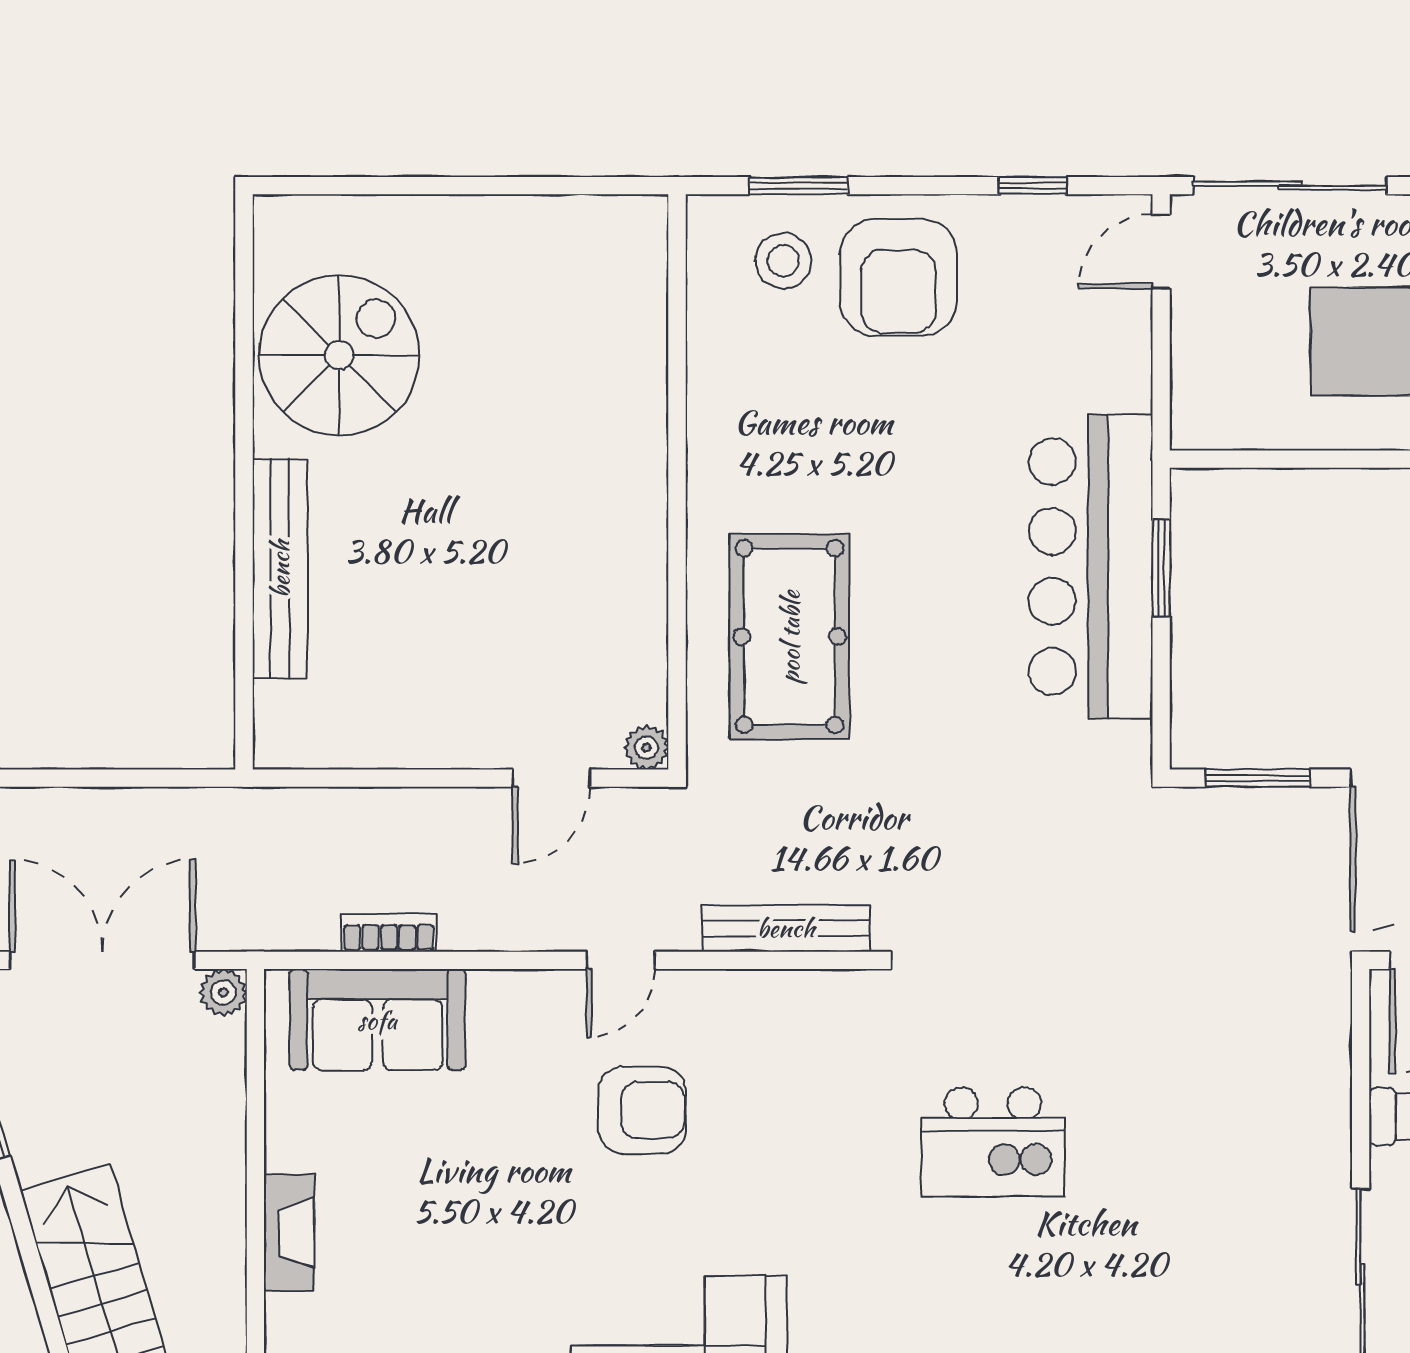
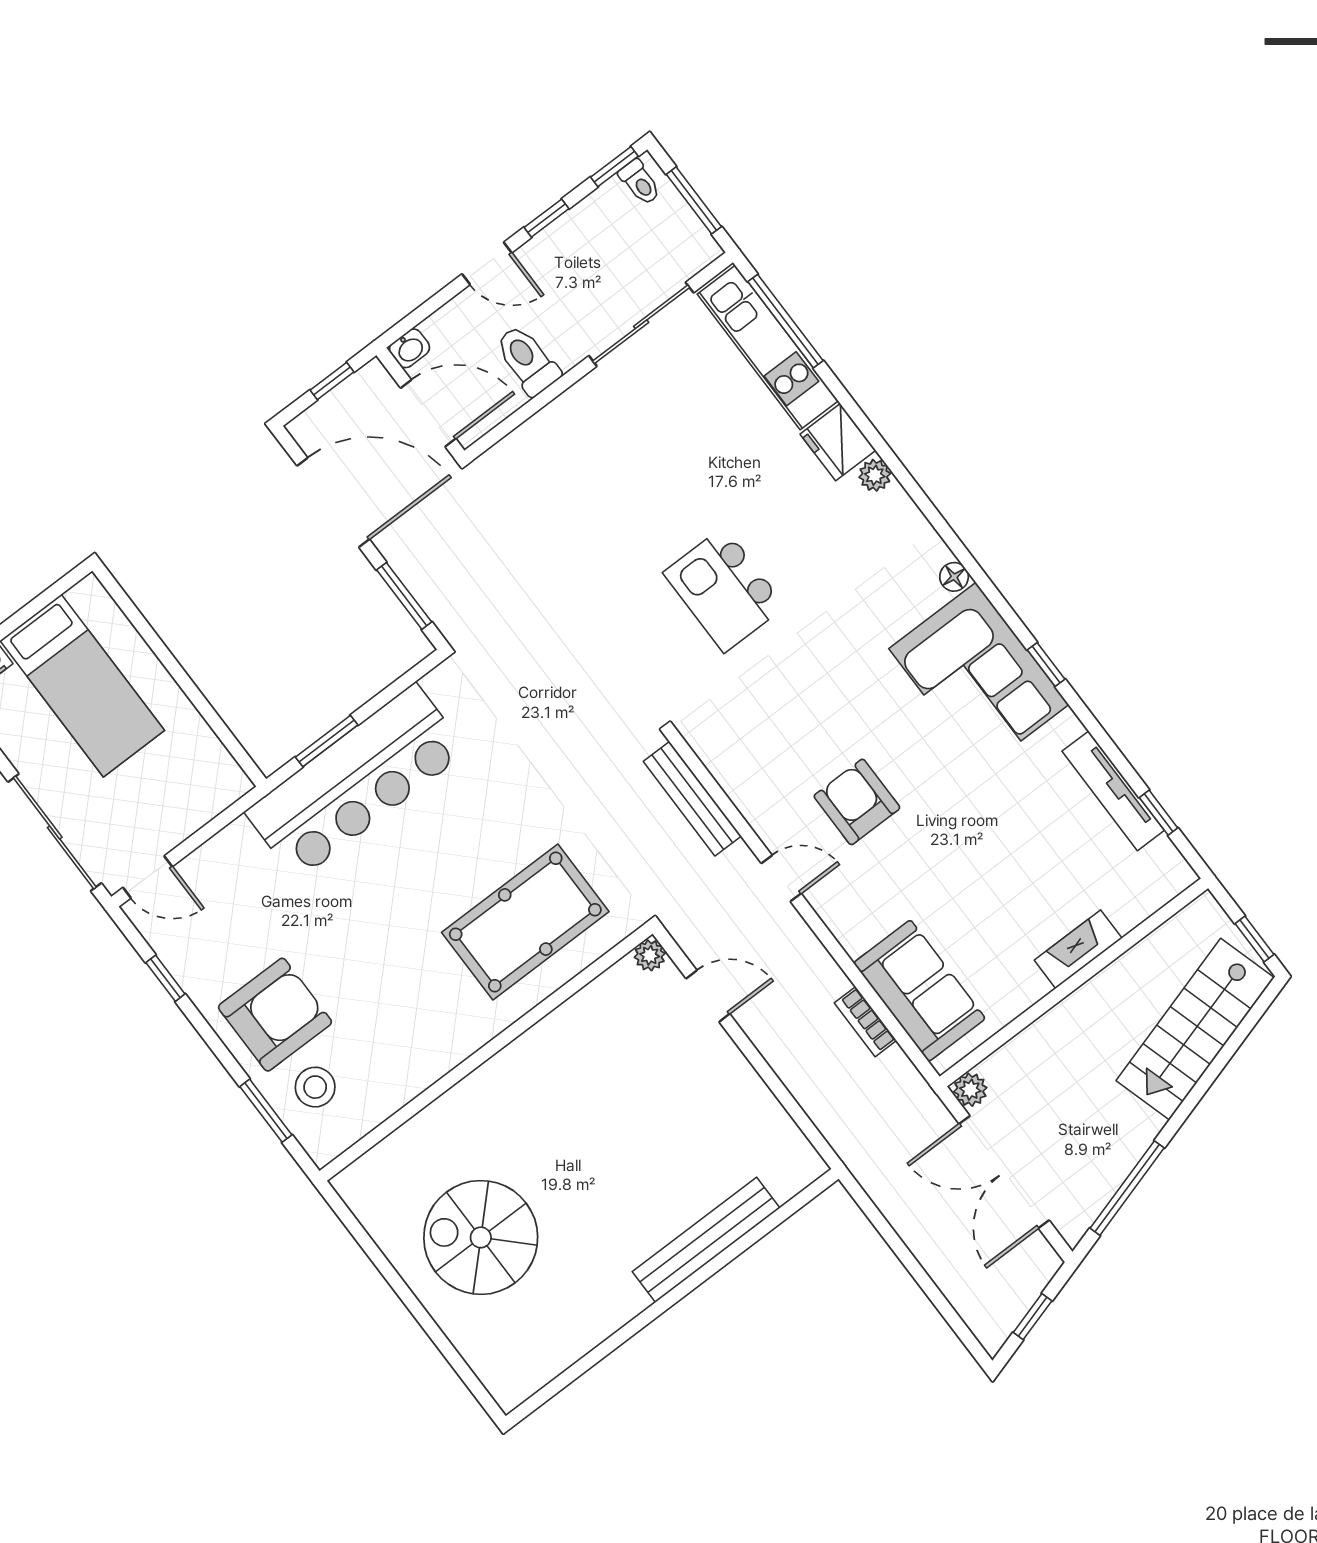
spiral stairs: (339, 355) -> (481, 1237), moved
kitchen island: (993, 1142) -> (724, 590), turned 180

